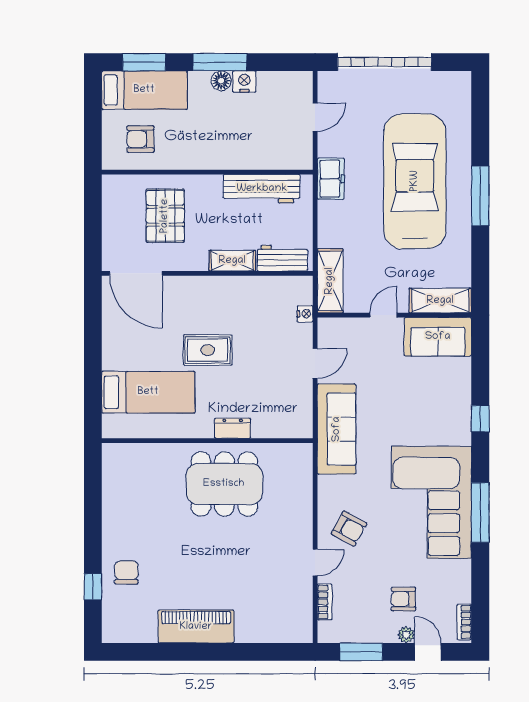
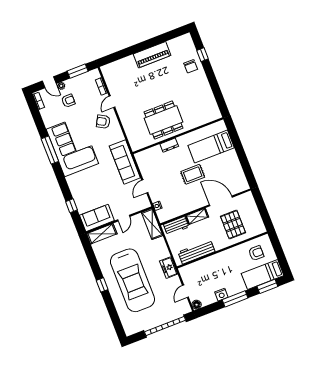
floor lamp: (221, 81) -> (197, 305), moved
window: (480, 196) -> (102, 285), width x0.46
door: (136, 273) -> (221, 201), moved
window: (480, 419) -> (71, 206), moved

